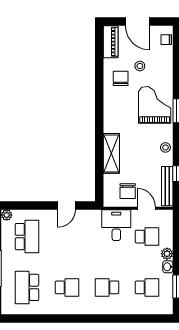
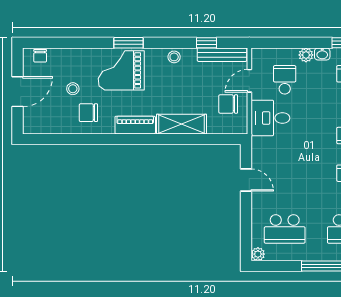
piano: (111, 42) -> (135, 125), moved
chair: (128, 191) -> (228, 104), turned 180
school desk: (27, 237) -> (285, 229), turned 180

